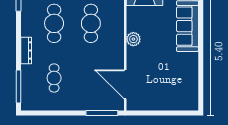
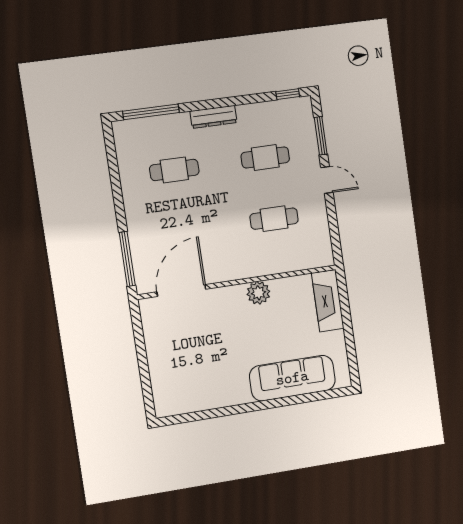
cafe table: (54, 23) -> (265, 157), width x0.73, depth x0.74
cafe table: (91, 23) -> (274, 219), width x0.73, depth x0.74

